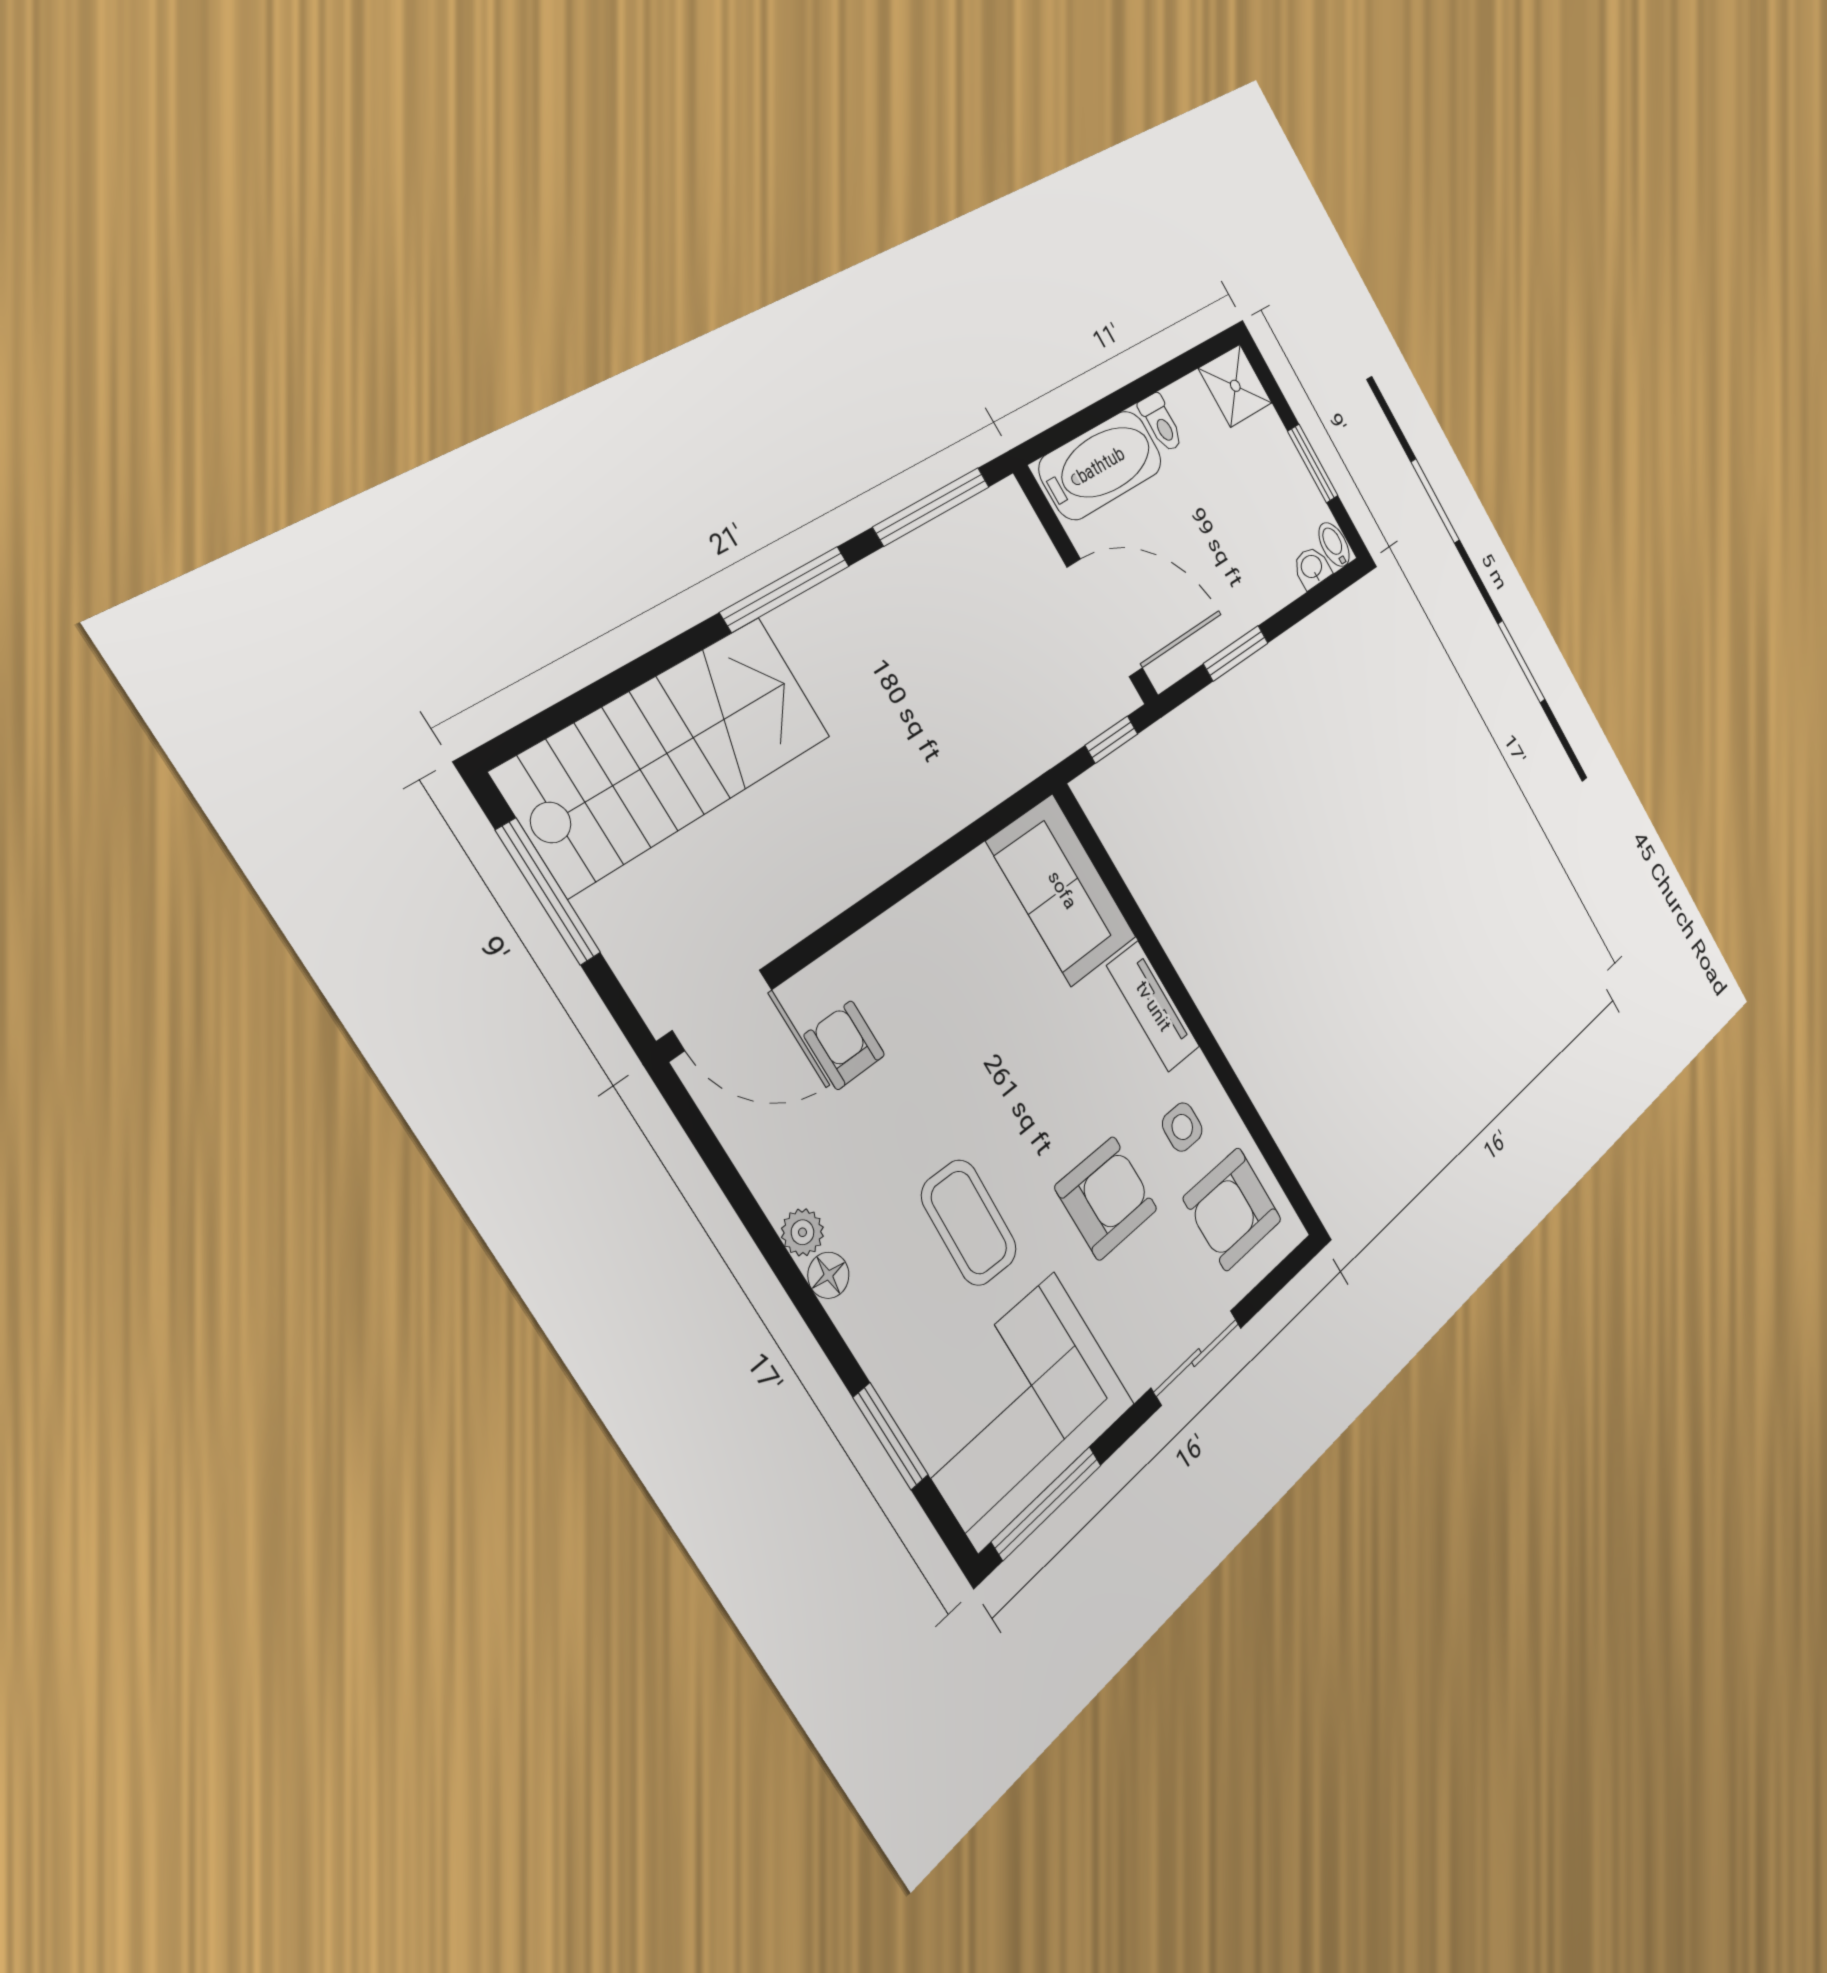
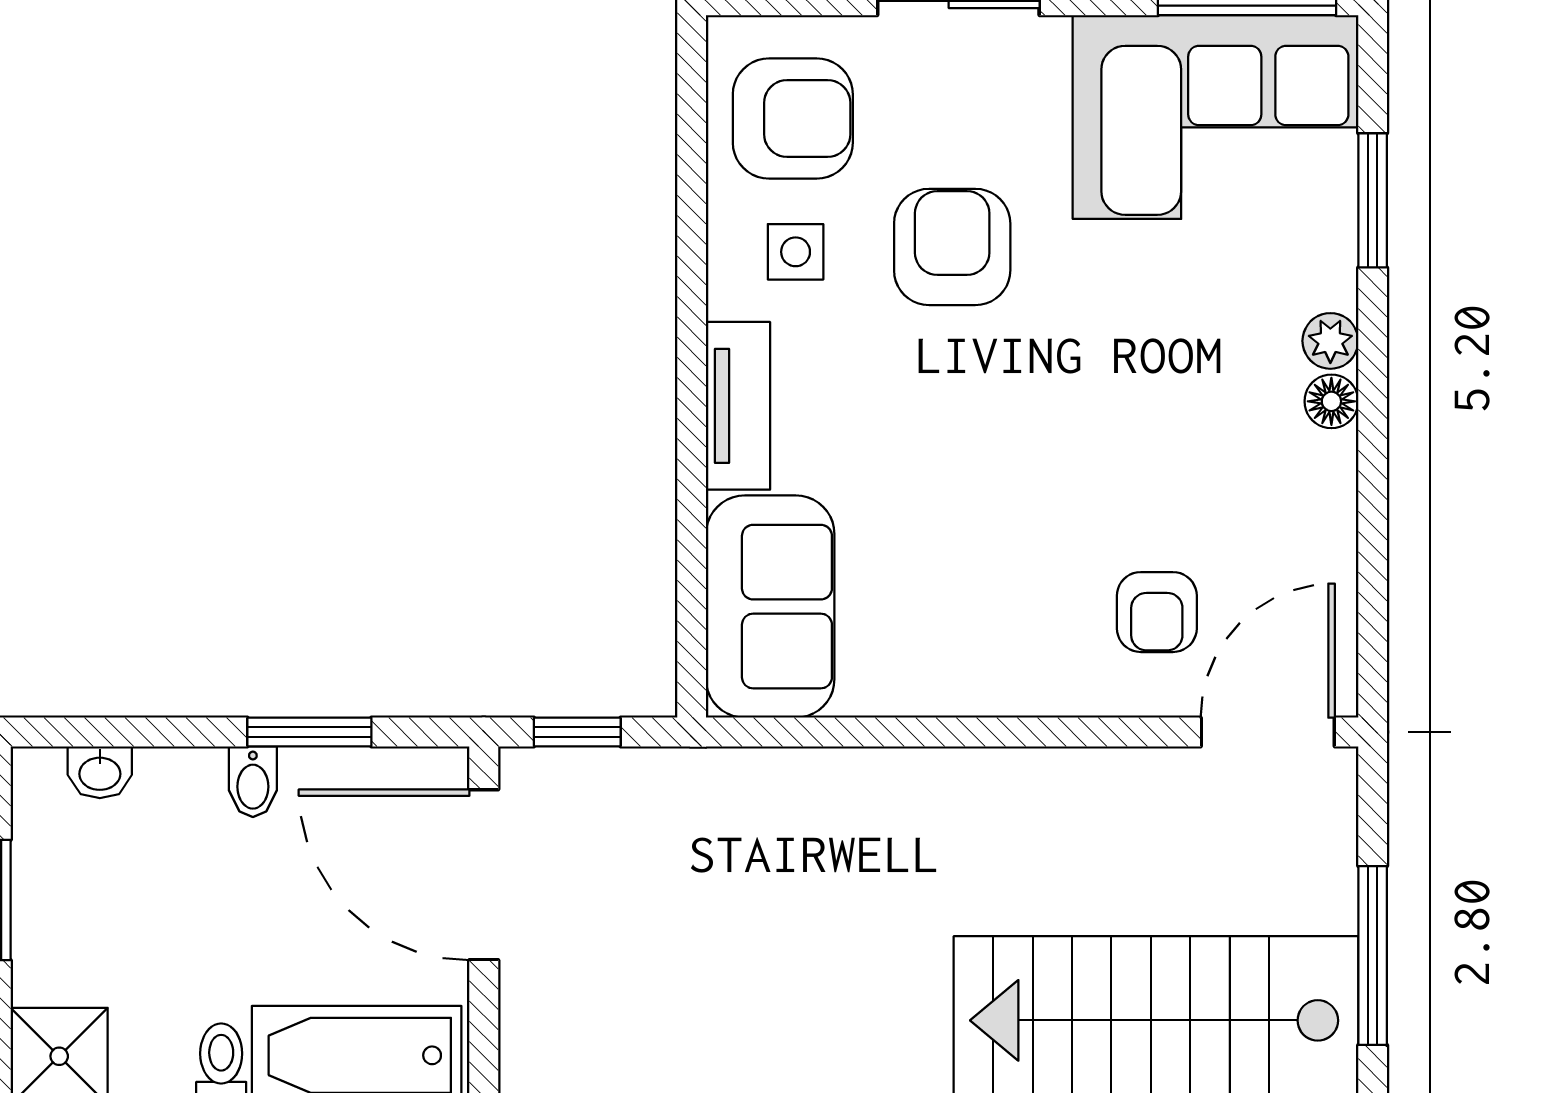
bidet: (1334, 545) -> (253, 782), moved
door: (723, 1010) -> (1268, 732), hinge flipped
armchair: (1106, 1198) -> (952, 247), turned 90
coffee table: (969, 1222) -> (1138, 340), removed
plant: (802, 1232) -> (1330, 341), moved

